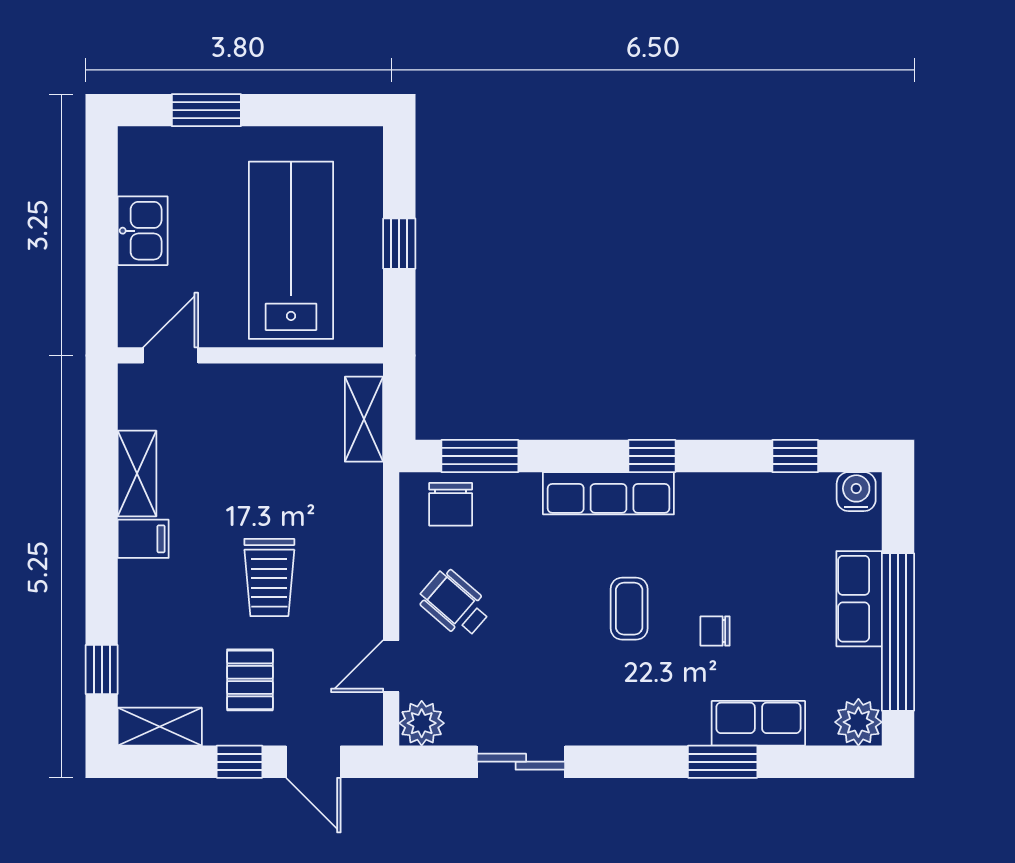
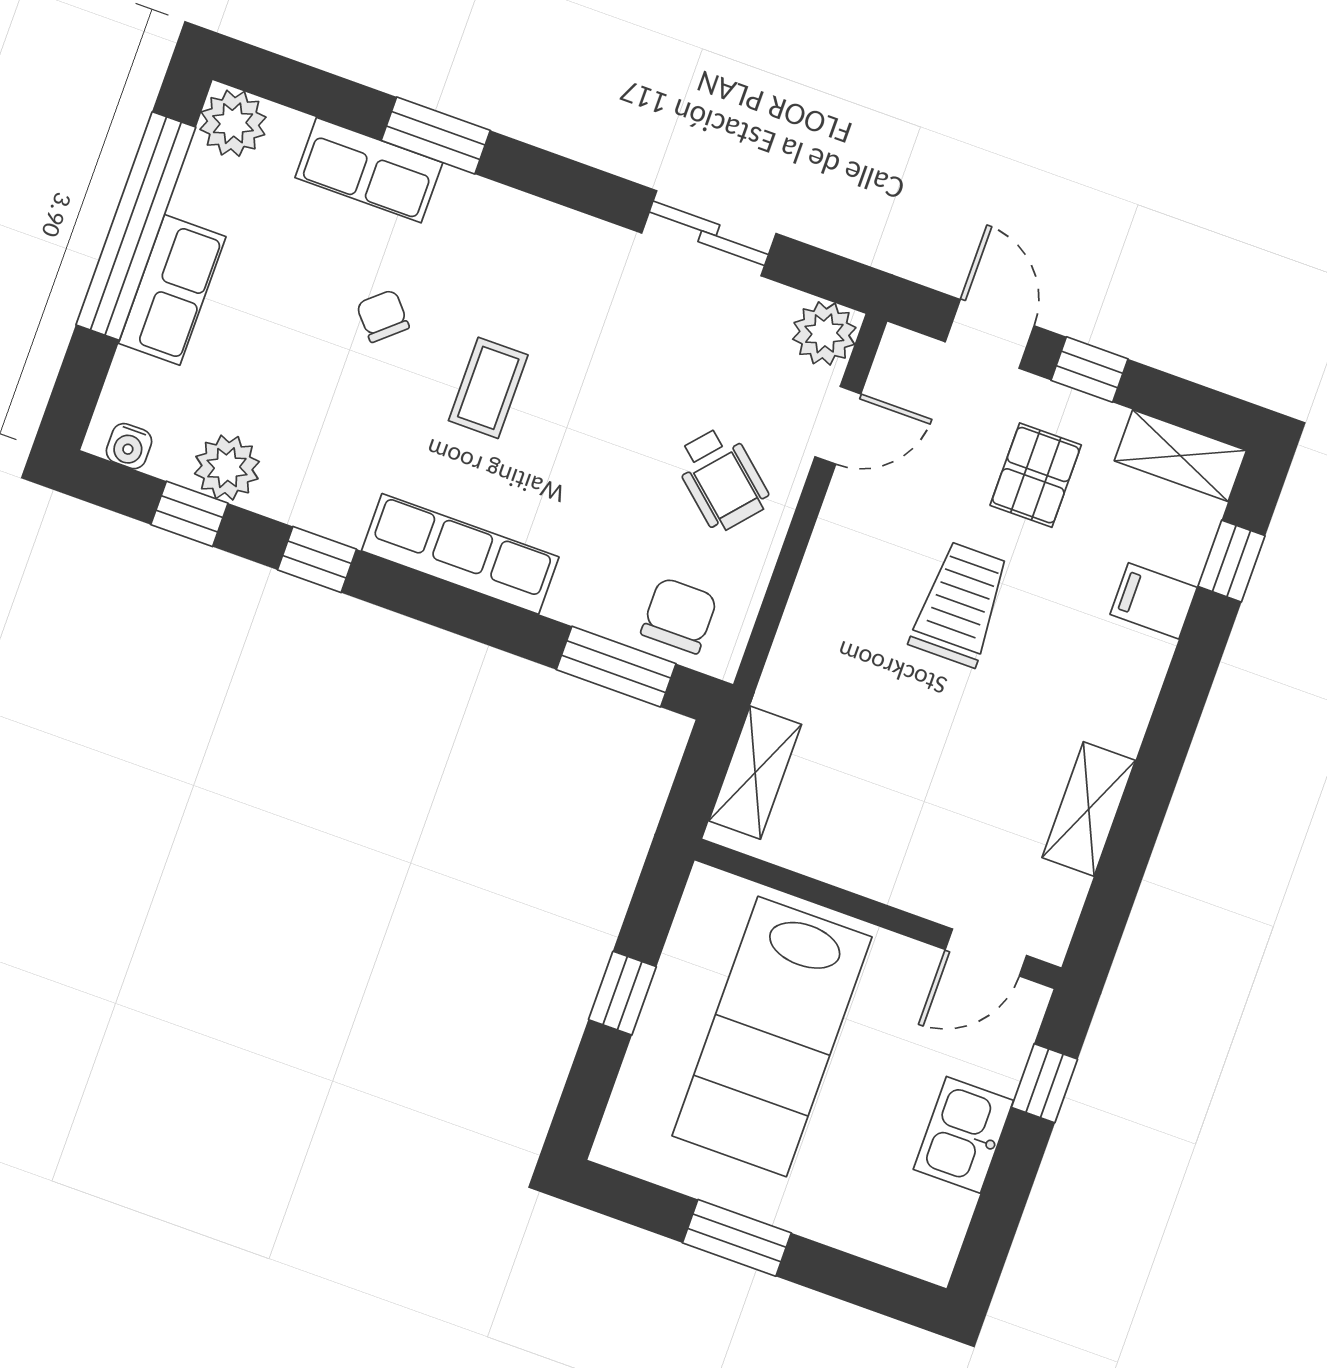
window: (206, 110) -> (737, 1238), moved
window: (102, 283) -> (1044, 1083), added
window: (652, 456) -> (317, 560), moved
water cooler: (856, 492) -> (129, 446), width x0.72, depth x0.72
plant: (782, 495) -> (227, 468), added
filing cabinet: (143, 539) -> (1154, 601), moved
chair: (715, 631) -> (383, 316), turned -131

